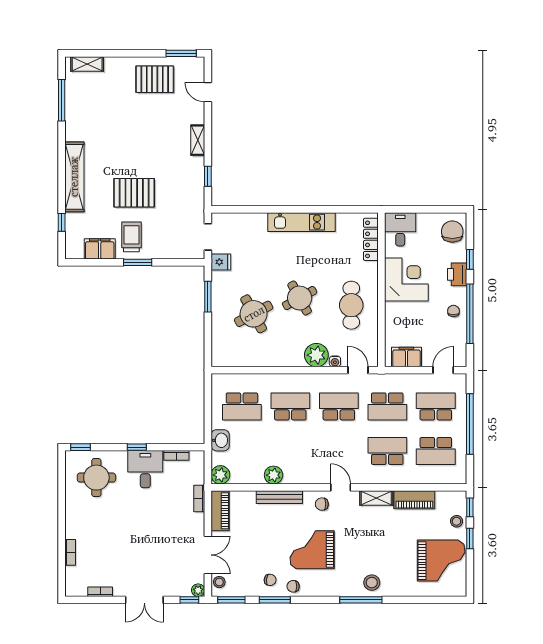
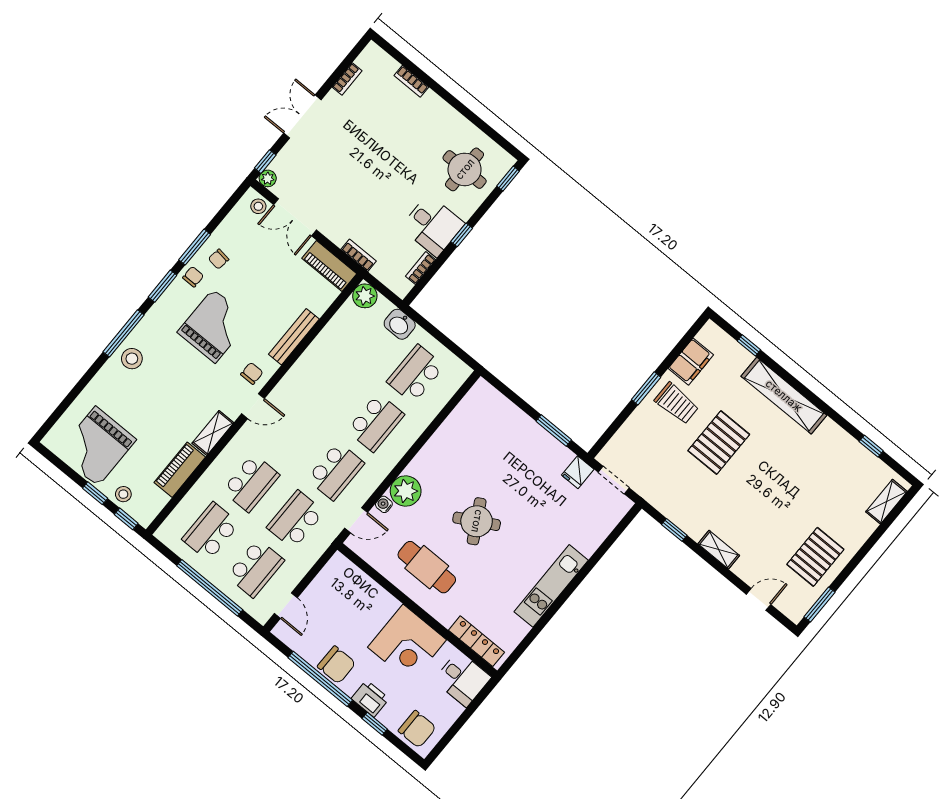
window: (62, 100) -> (871, 446), width x0.46
chair: (454, 311) -> (337, 665), width x1.87, depth x1.87
round table: (254, 314) -> (499, 462), removed
filing cabinet: (406, 357) -> (329, 580), removed
plant: (274, 475) -> (321, 349), removed
window: (231, 600) -> (163, 286), moved

